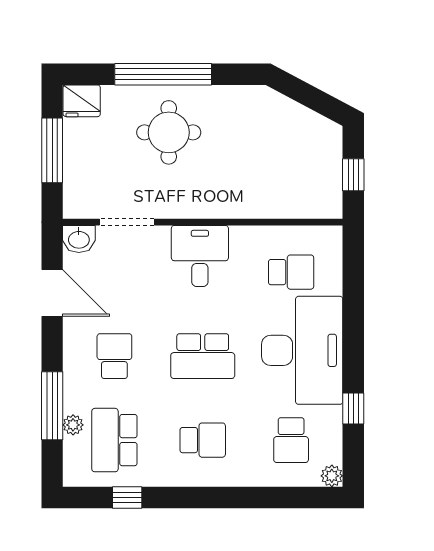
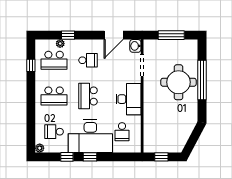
fridge: (82, 101) -> (191, 47), removed
round table: (169, 132) -> (178, 82), width x1.36, depth x1.36
desk: (200, 256) -> (129, 99), width x1.37
window: (353, 351) -> (90, 157), added
window: (52, 406) -> (68, 35), width x0.46
school desk: (114, 440) -> (54, 60), turned 180
school desk: (203, 440) -> (54, 96), width x1.85

